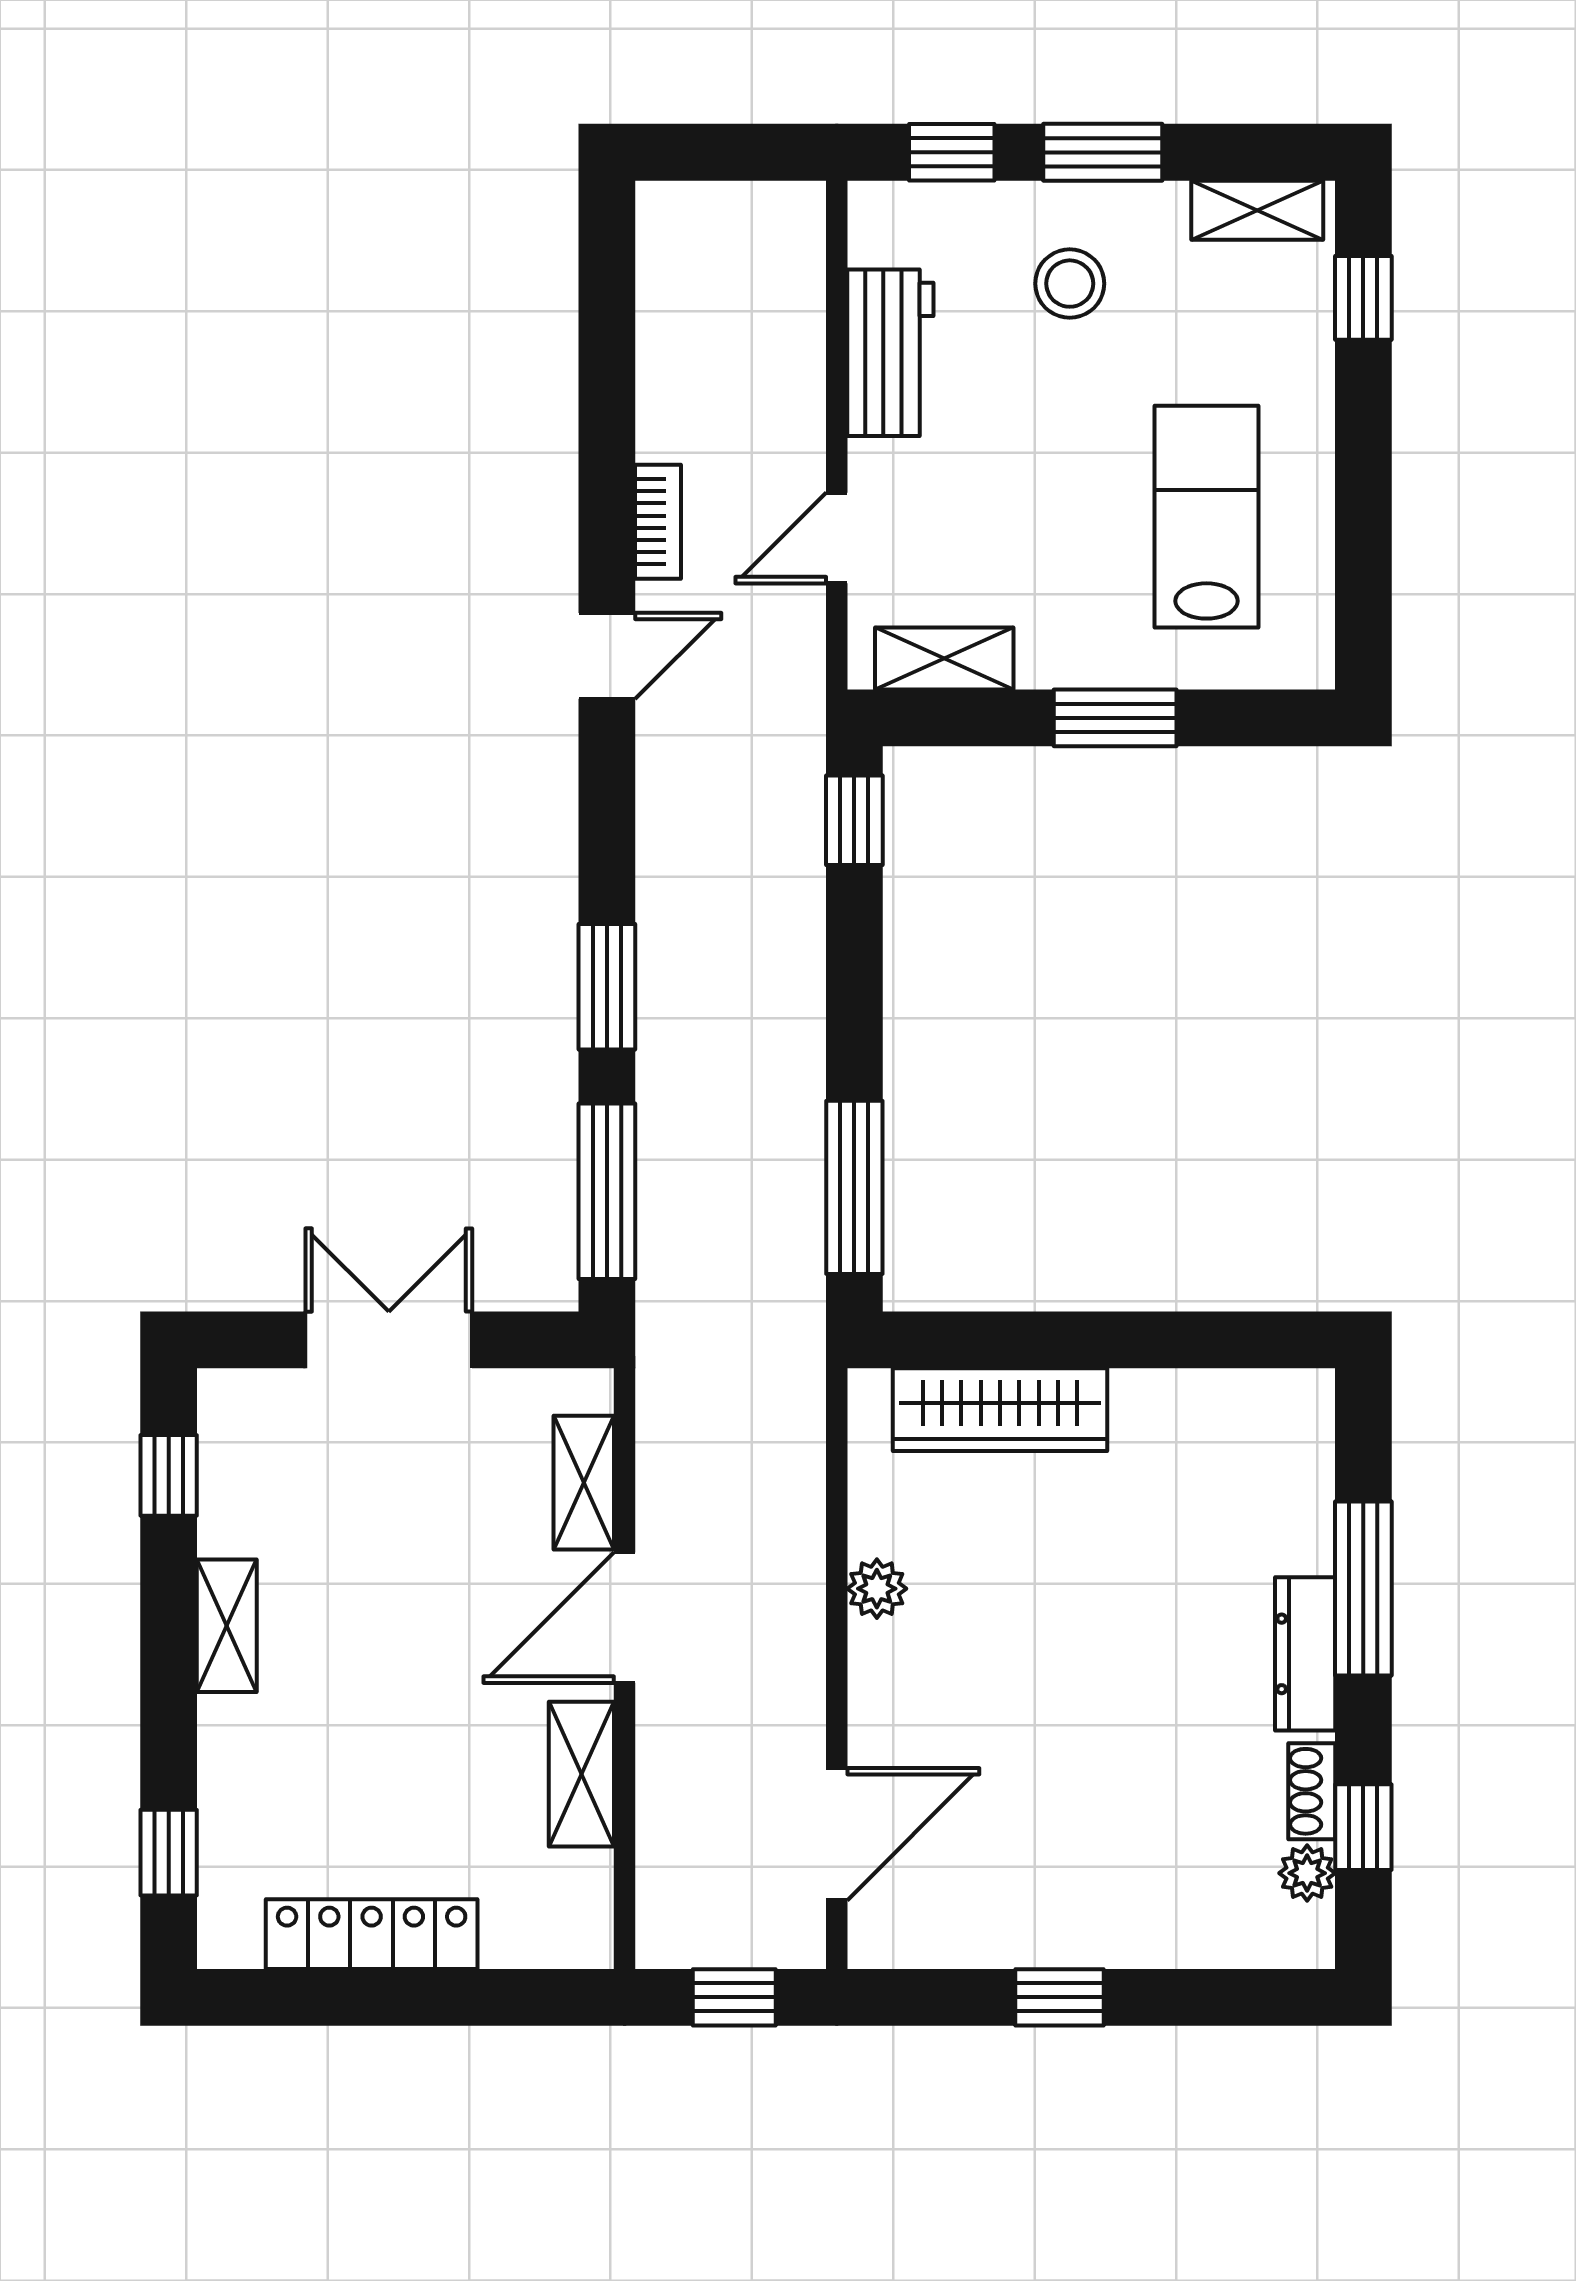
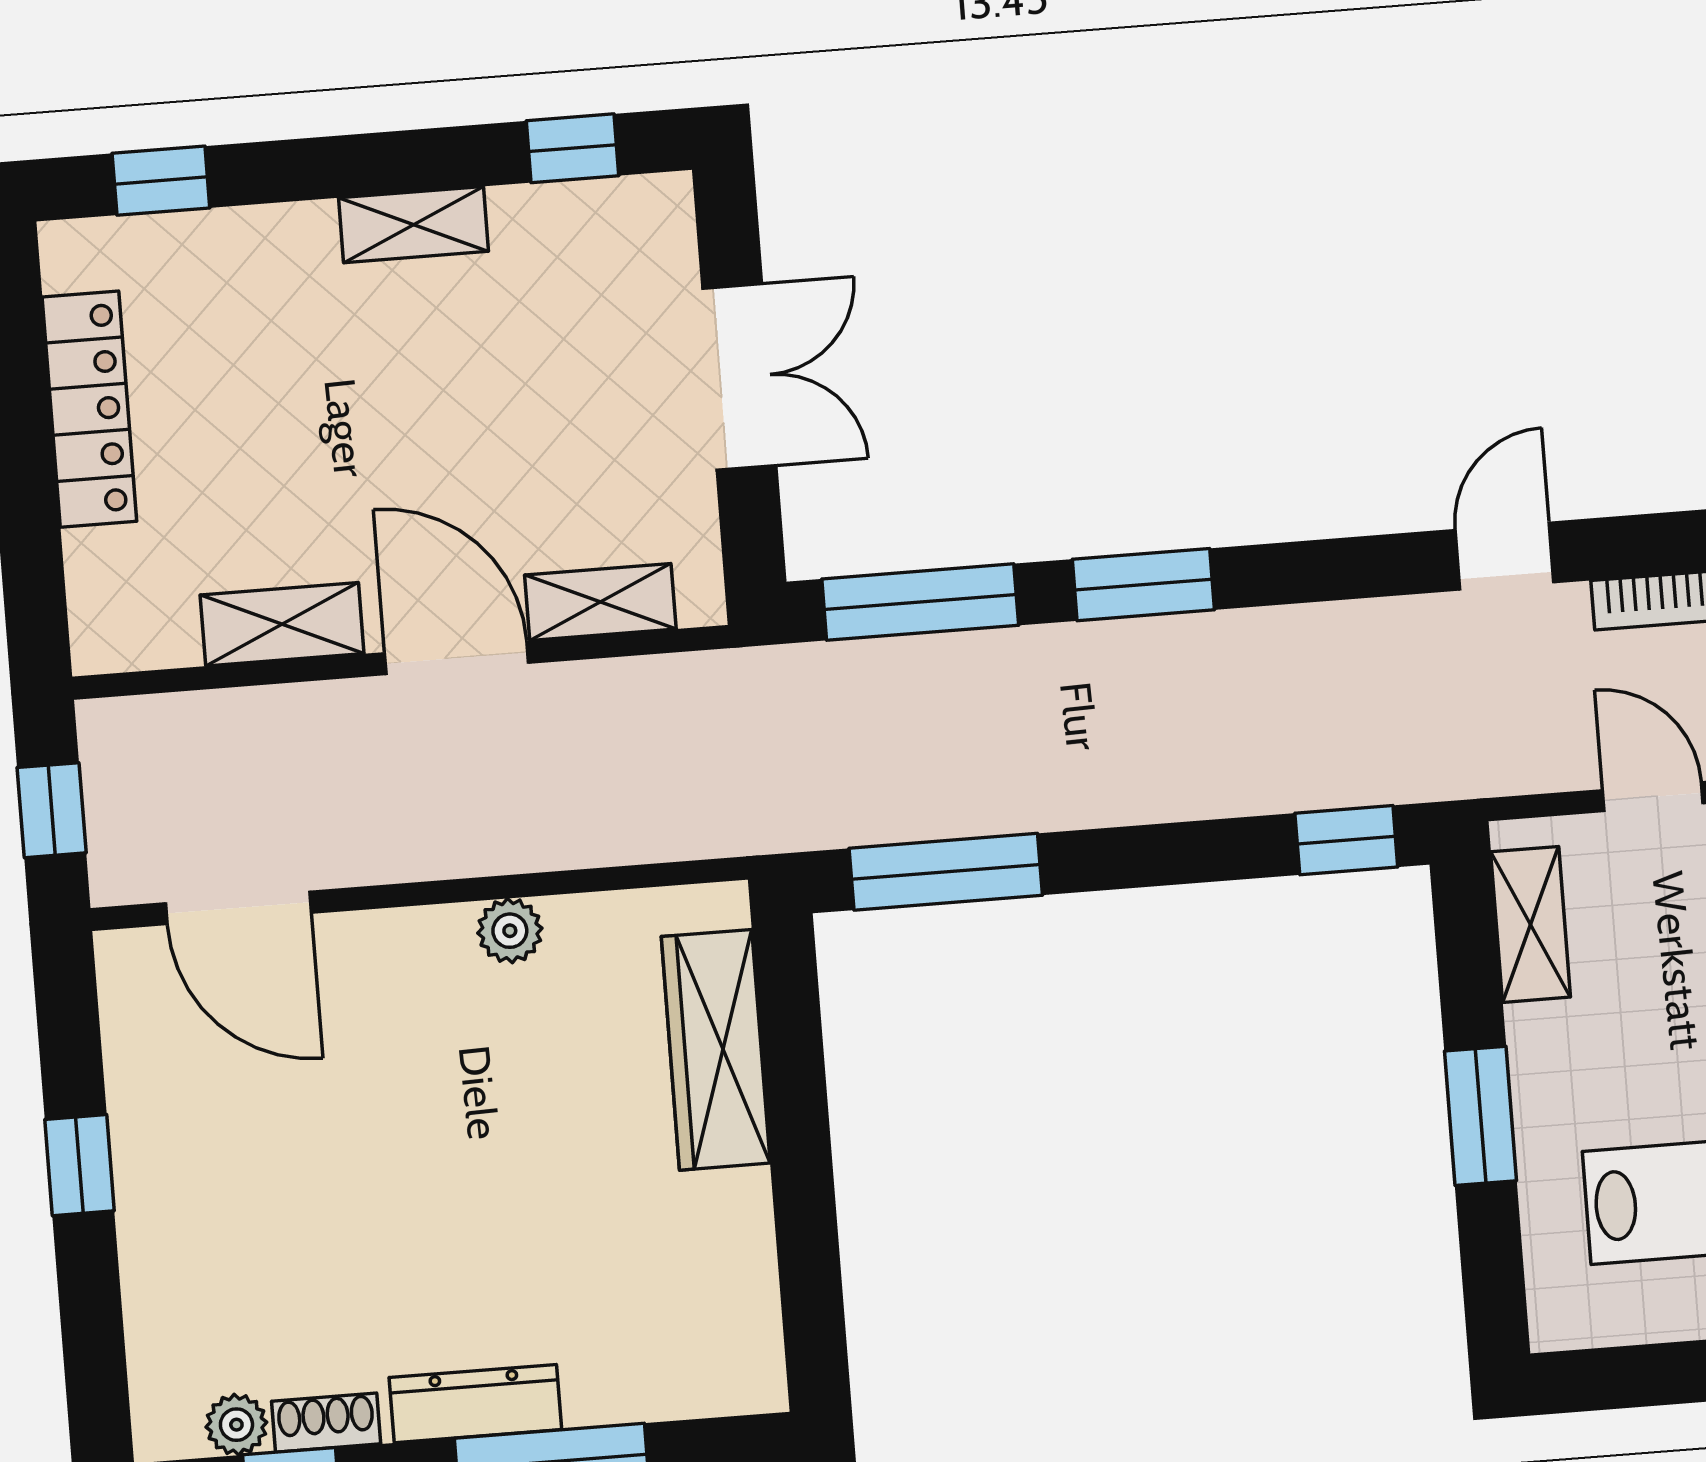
door: (607, 656) -> (1504, 556), swing flipped

